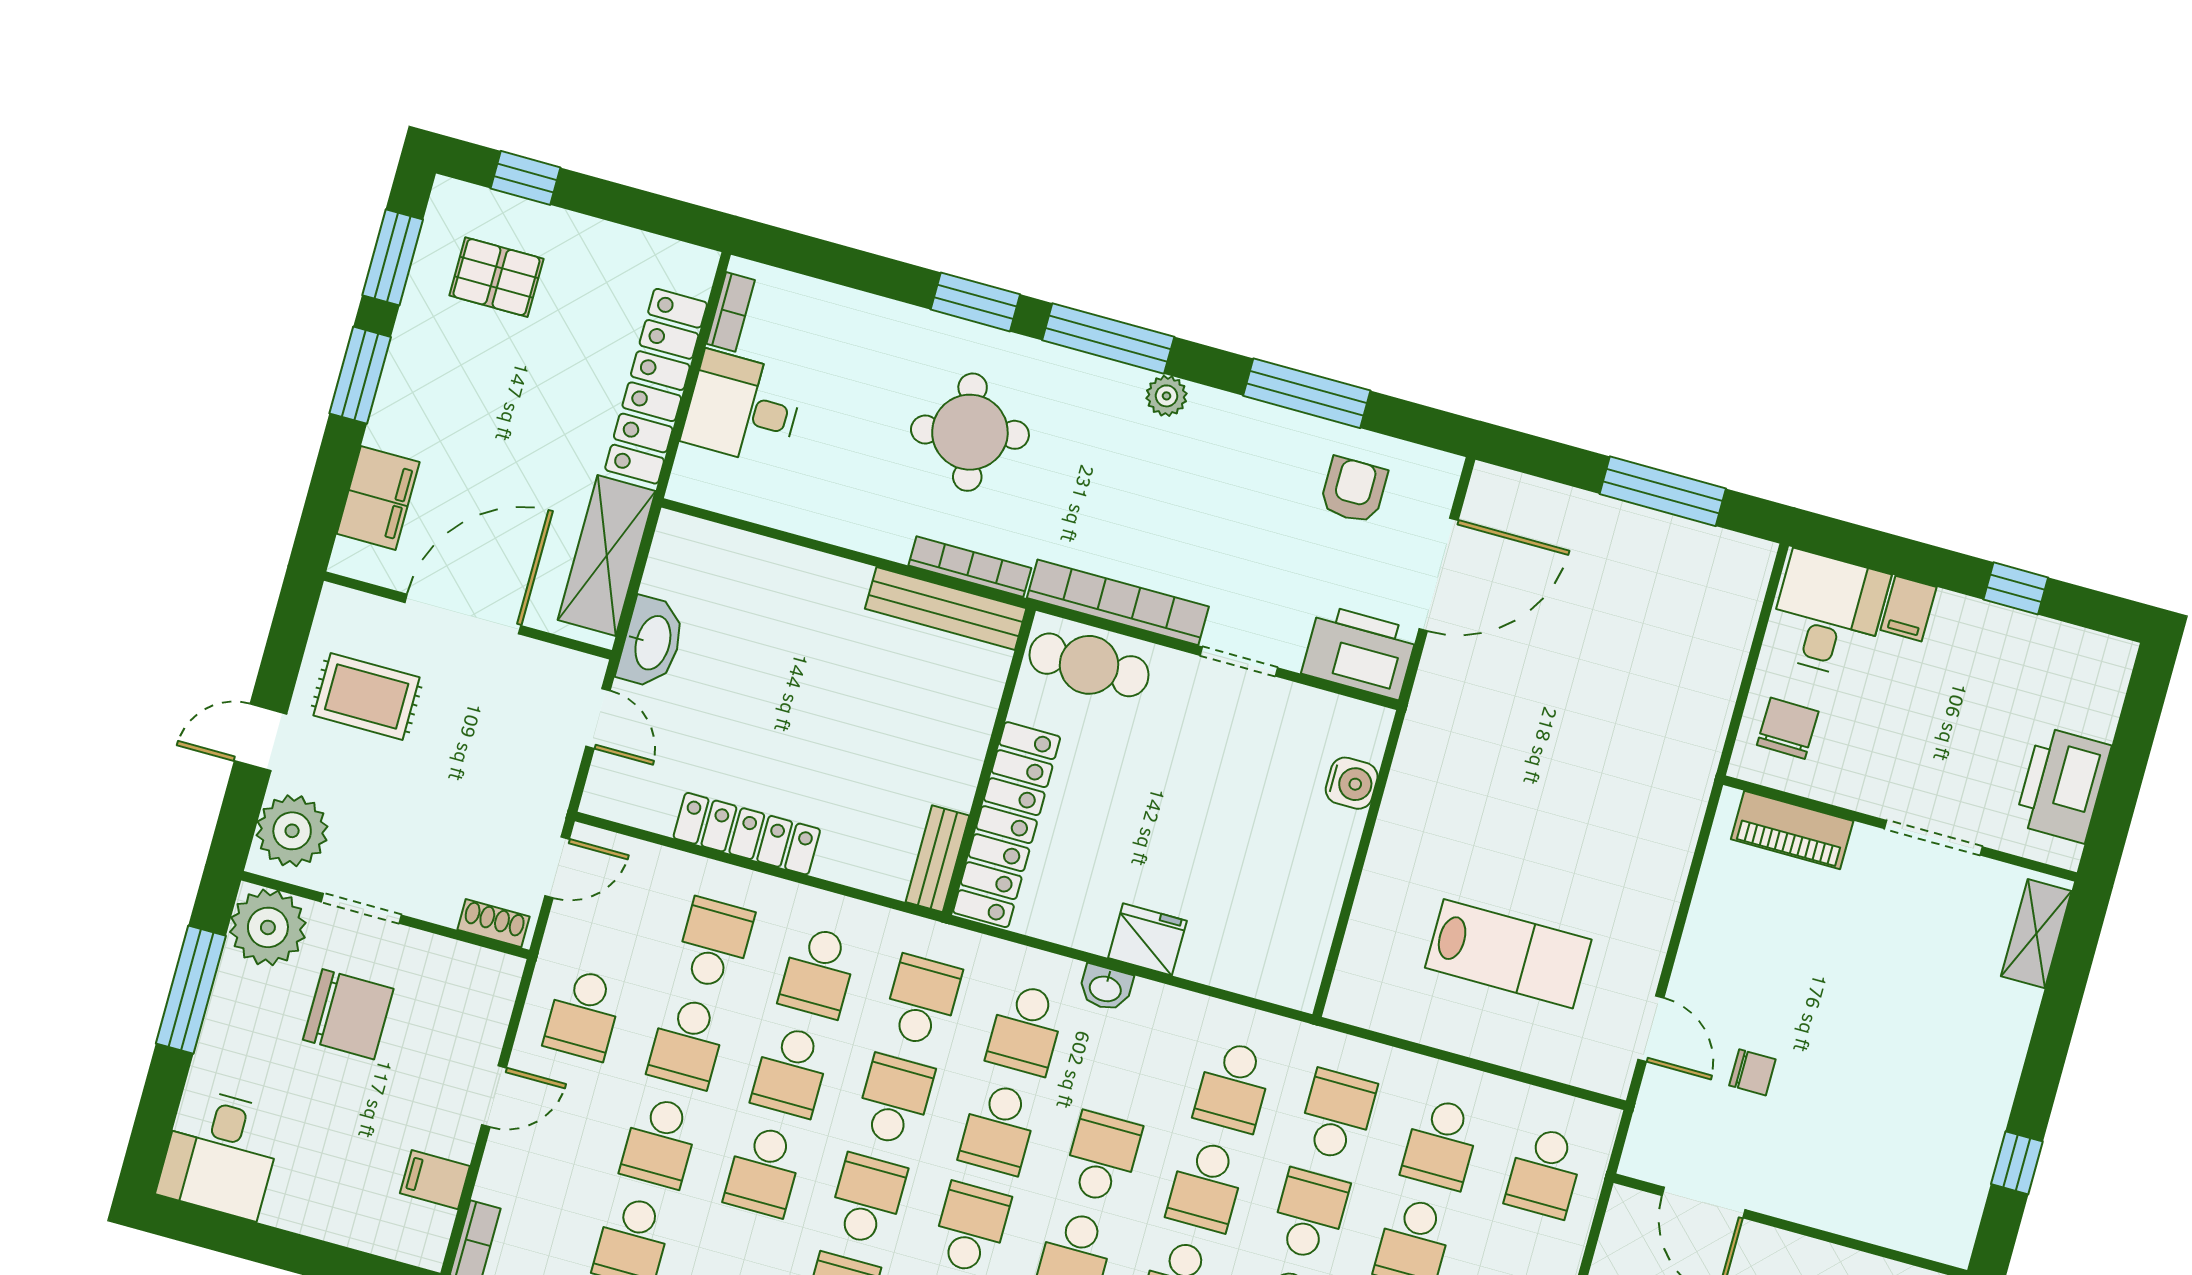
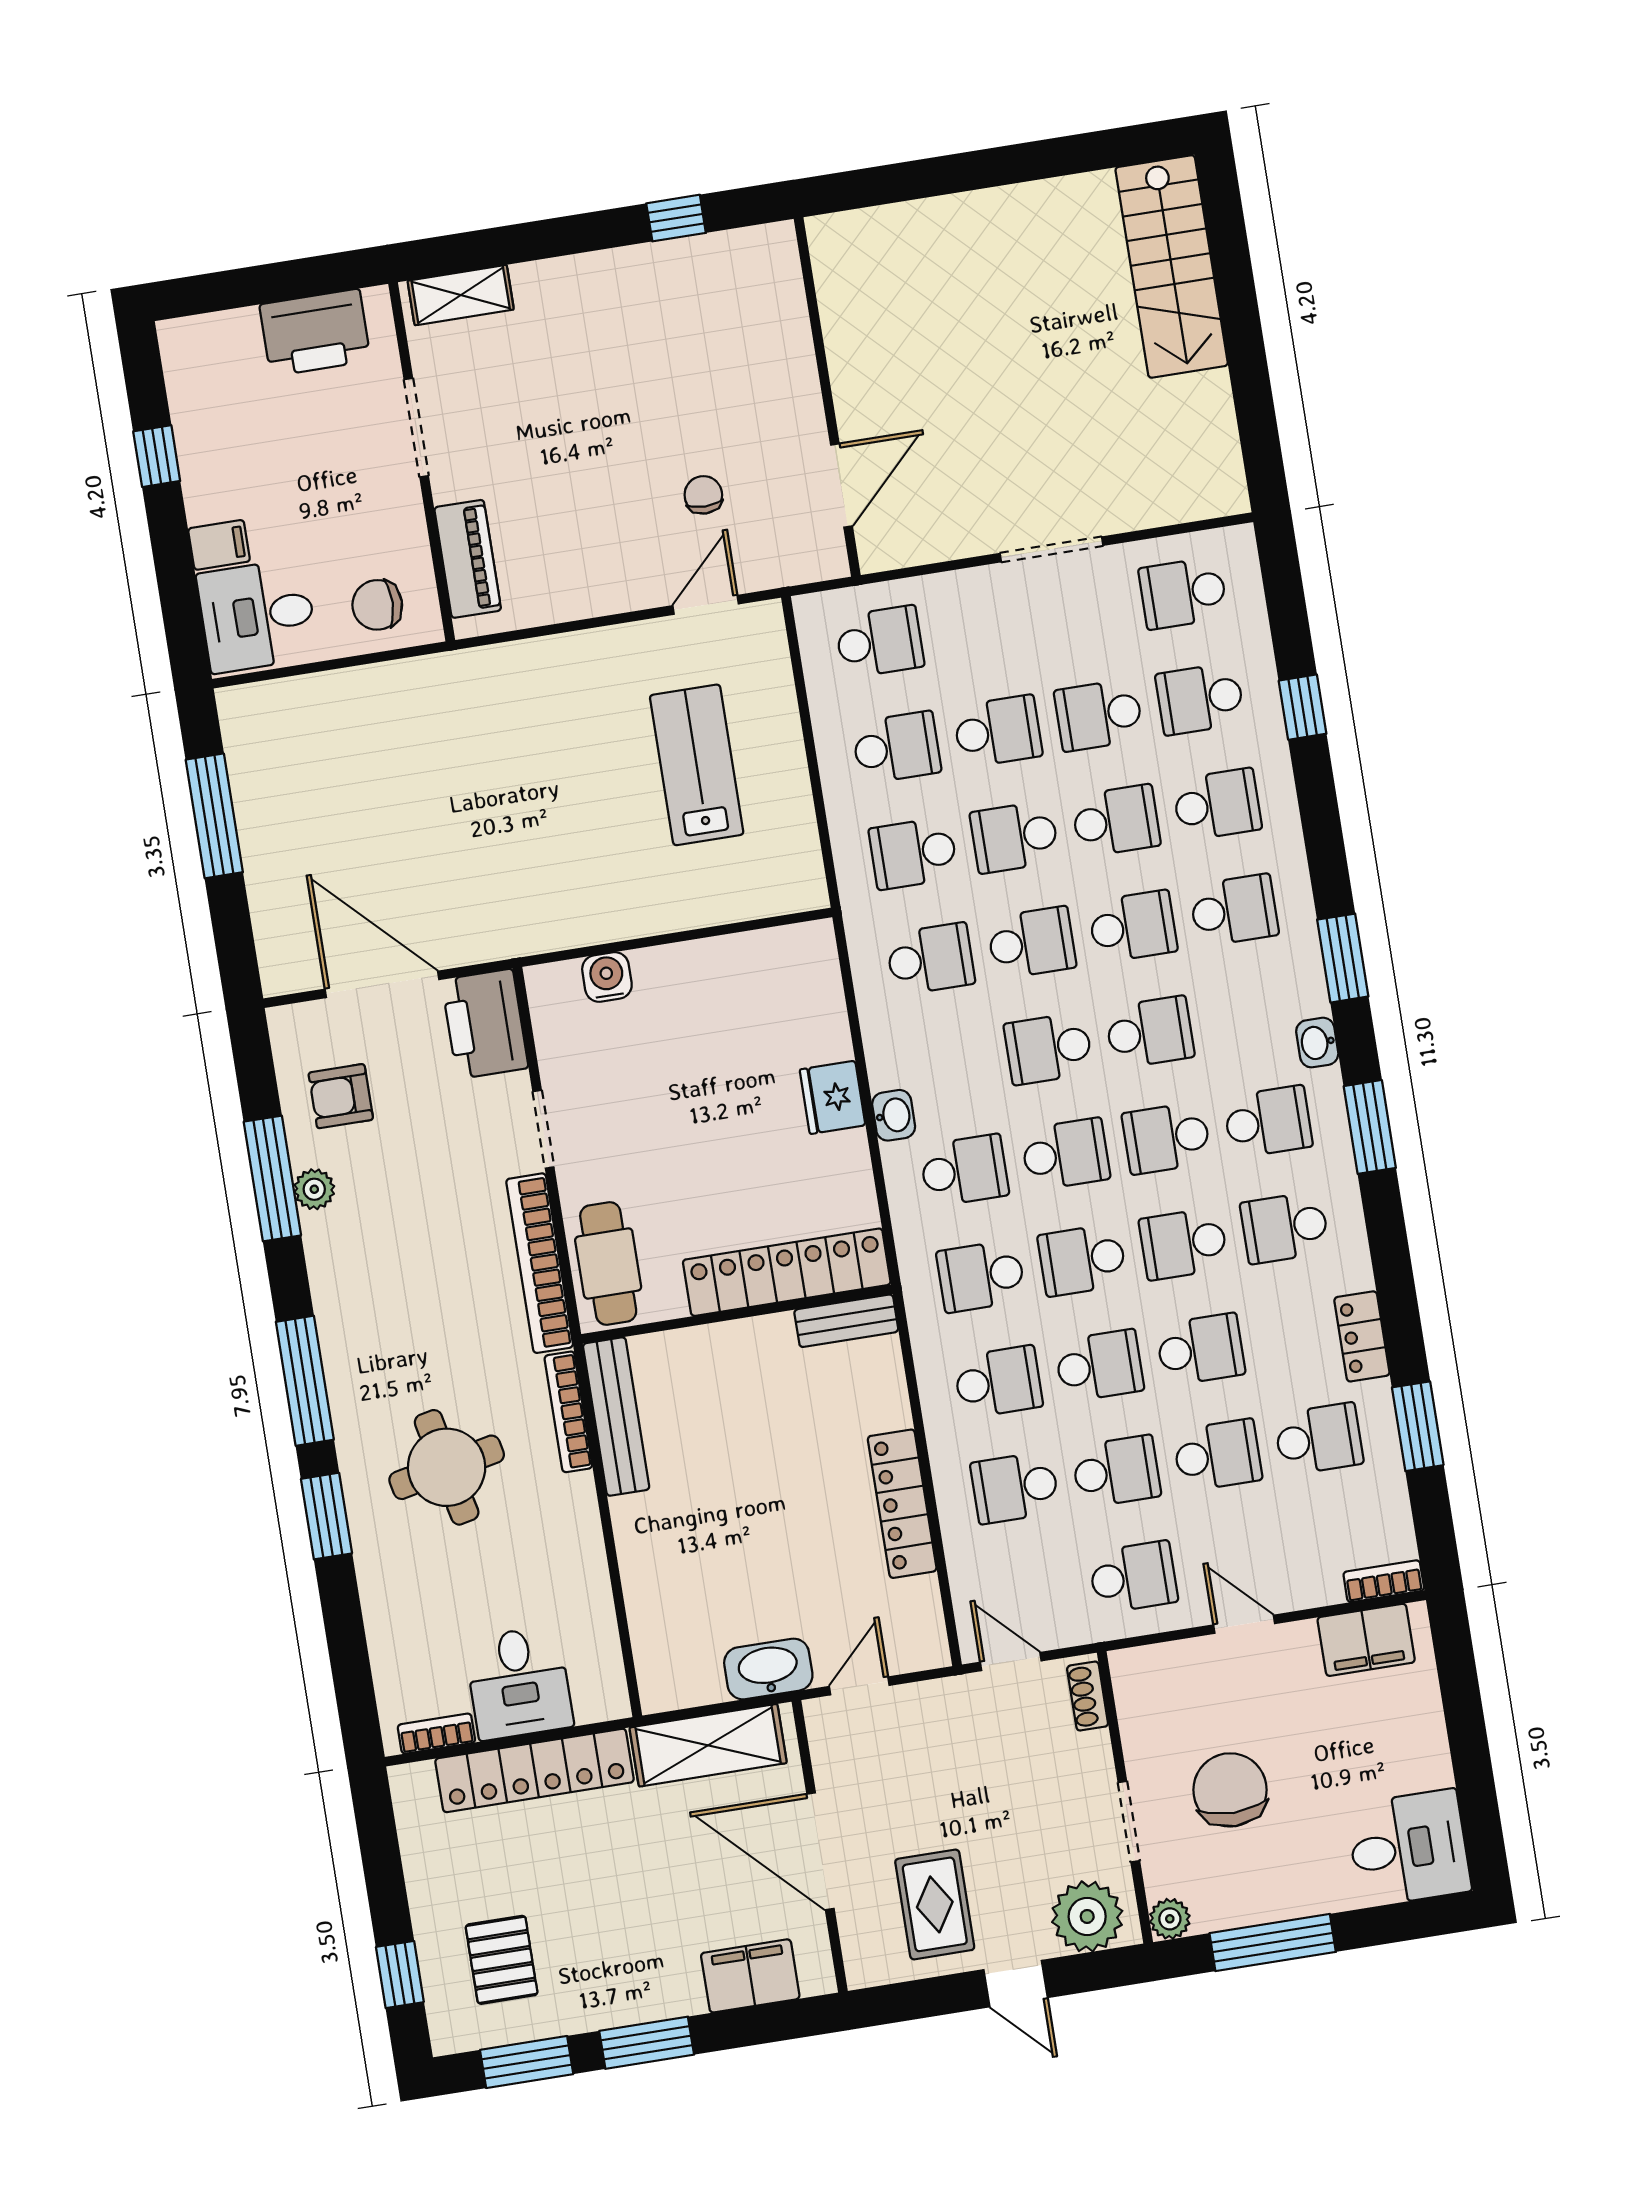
plant: (1167, 396) -> (314, 1189), moved
plant: (268, 927) -> (1170, 1919), width x0.53, depth x0.53
filing cabinet: (435, 1180) -> (1366, 1640), width x2.00

